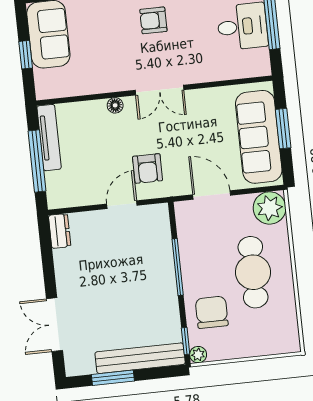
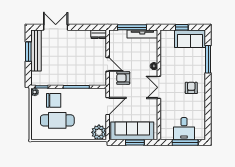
cafe table: (253, 272) -> (57, 120), moved
bench: (140, 358) -> (36, 50), moved

